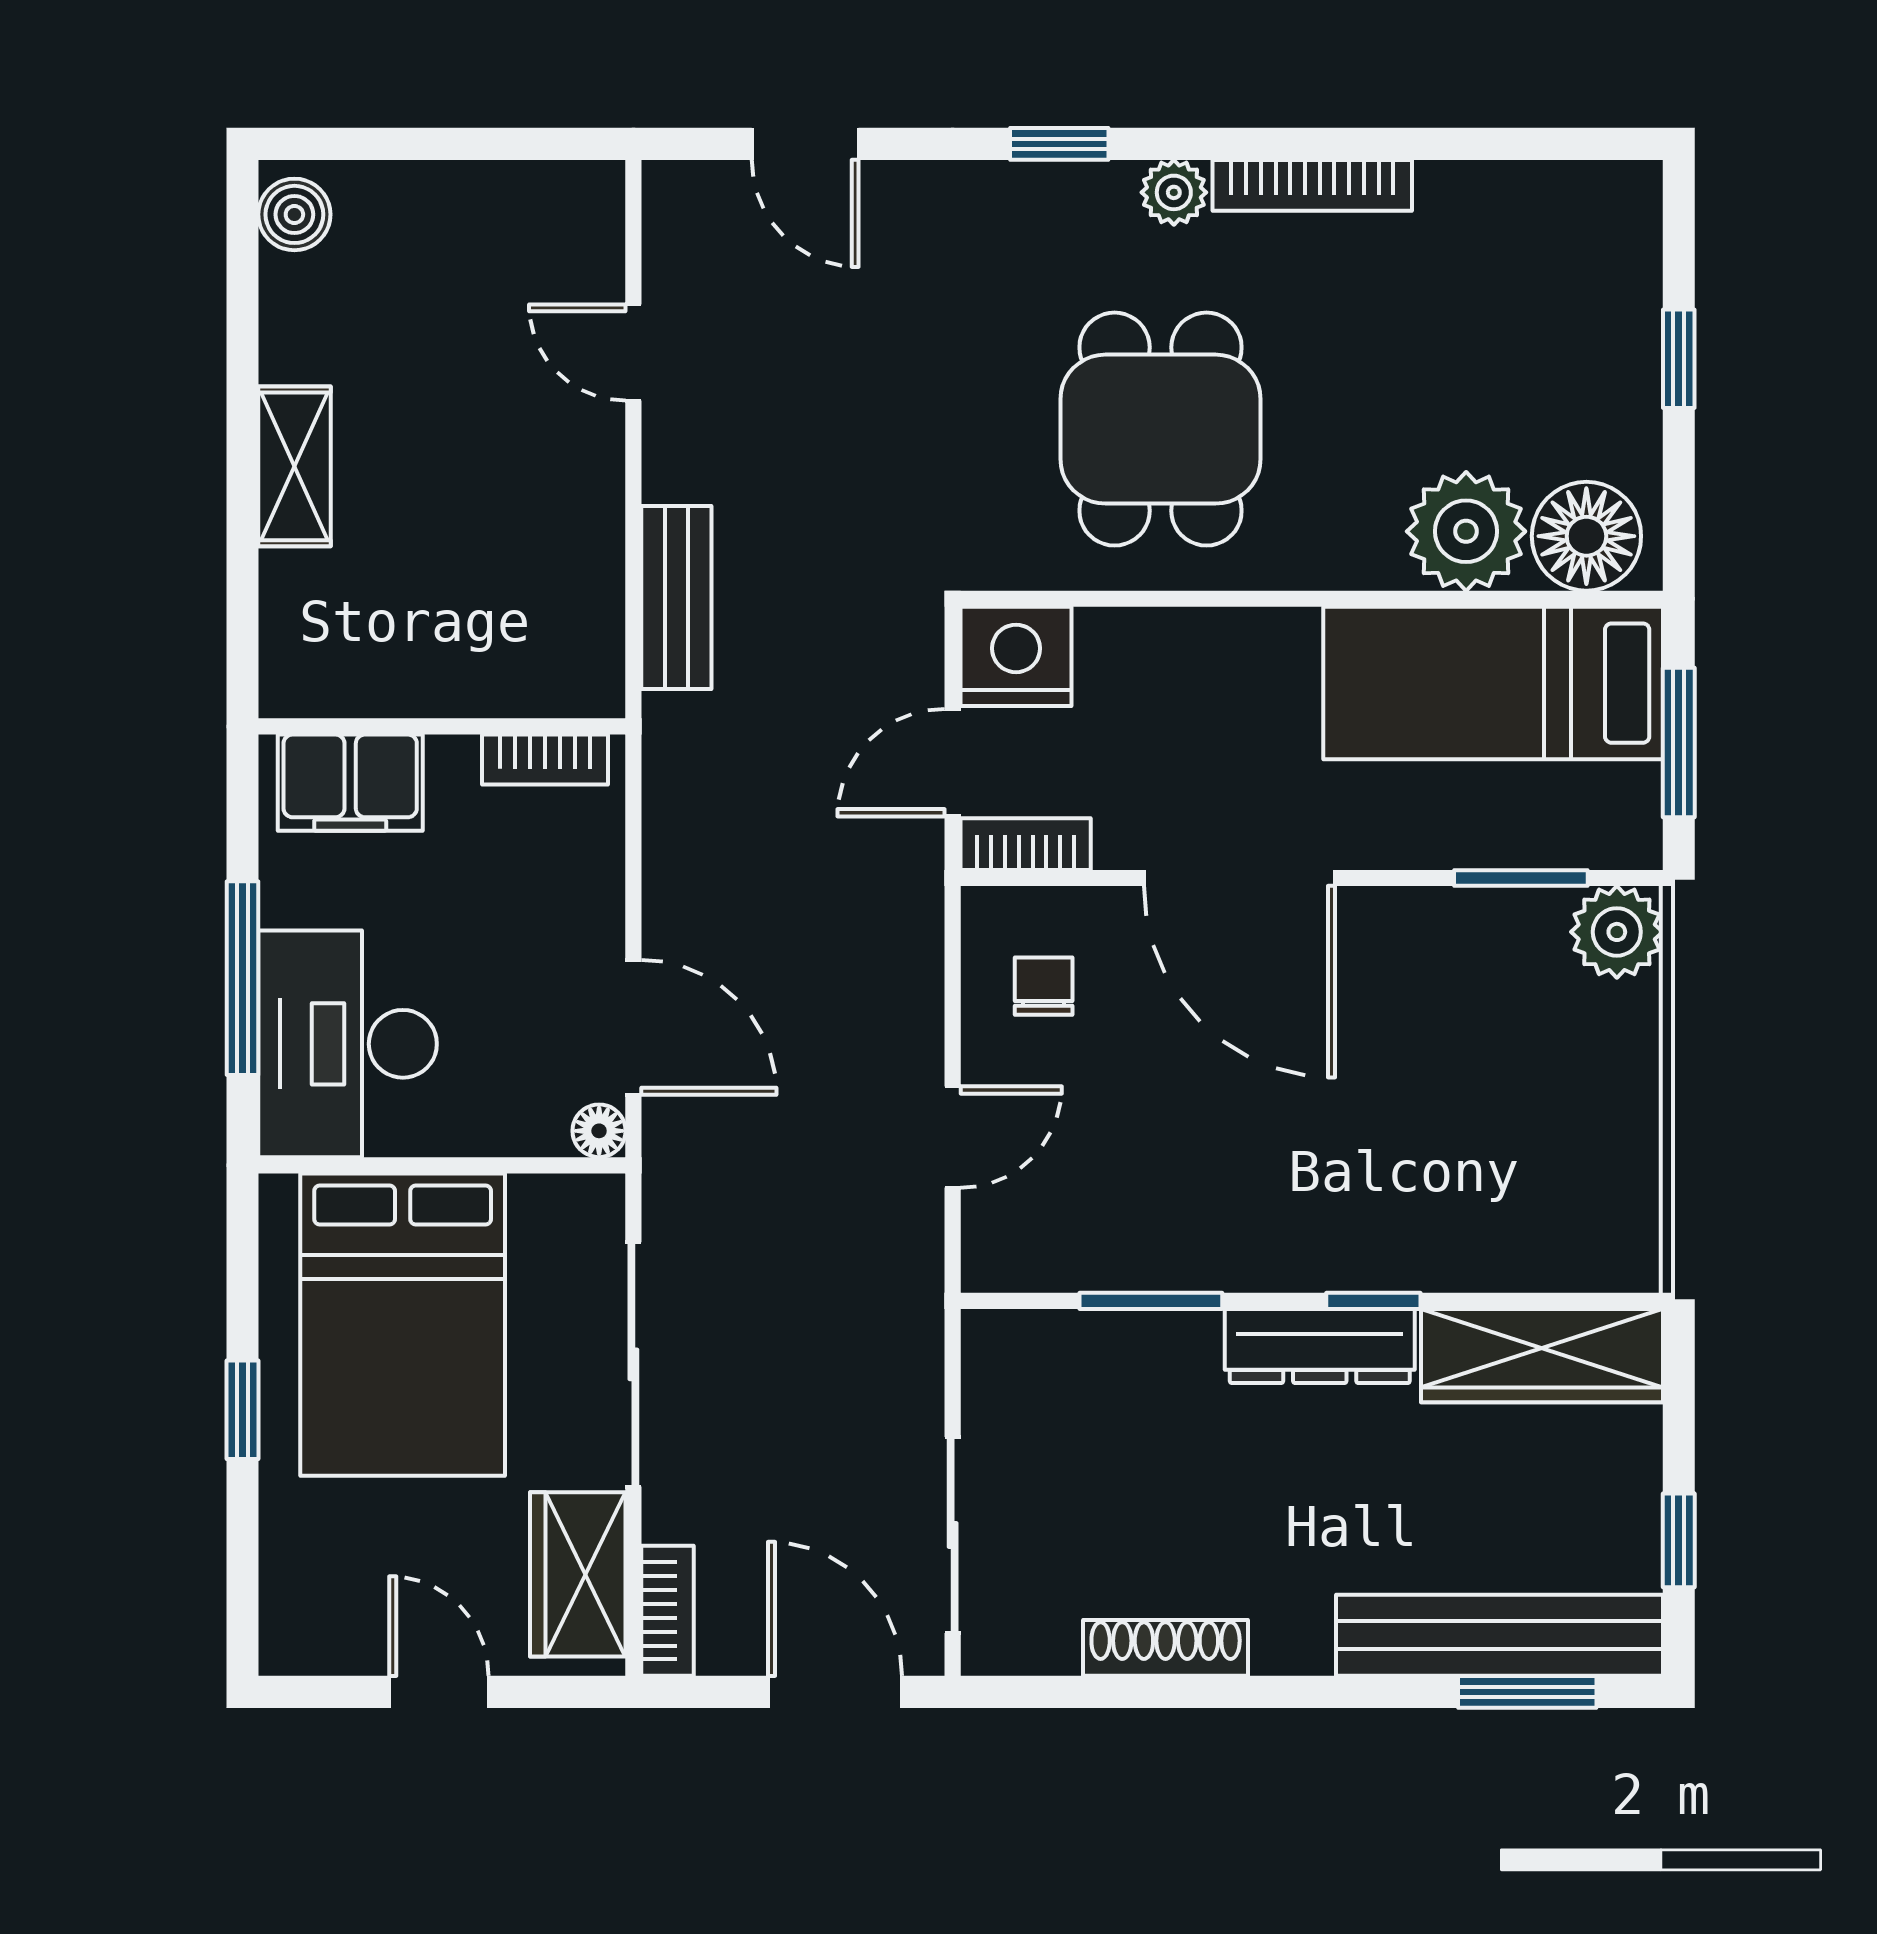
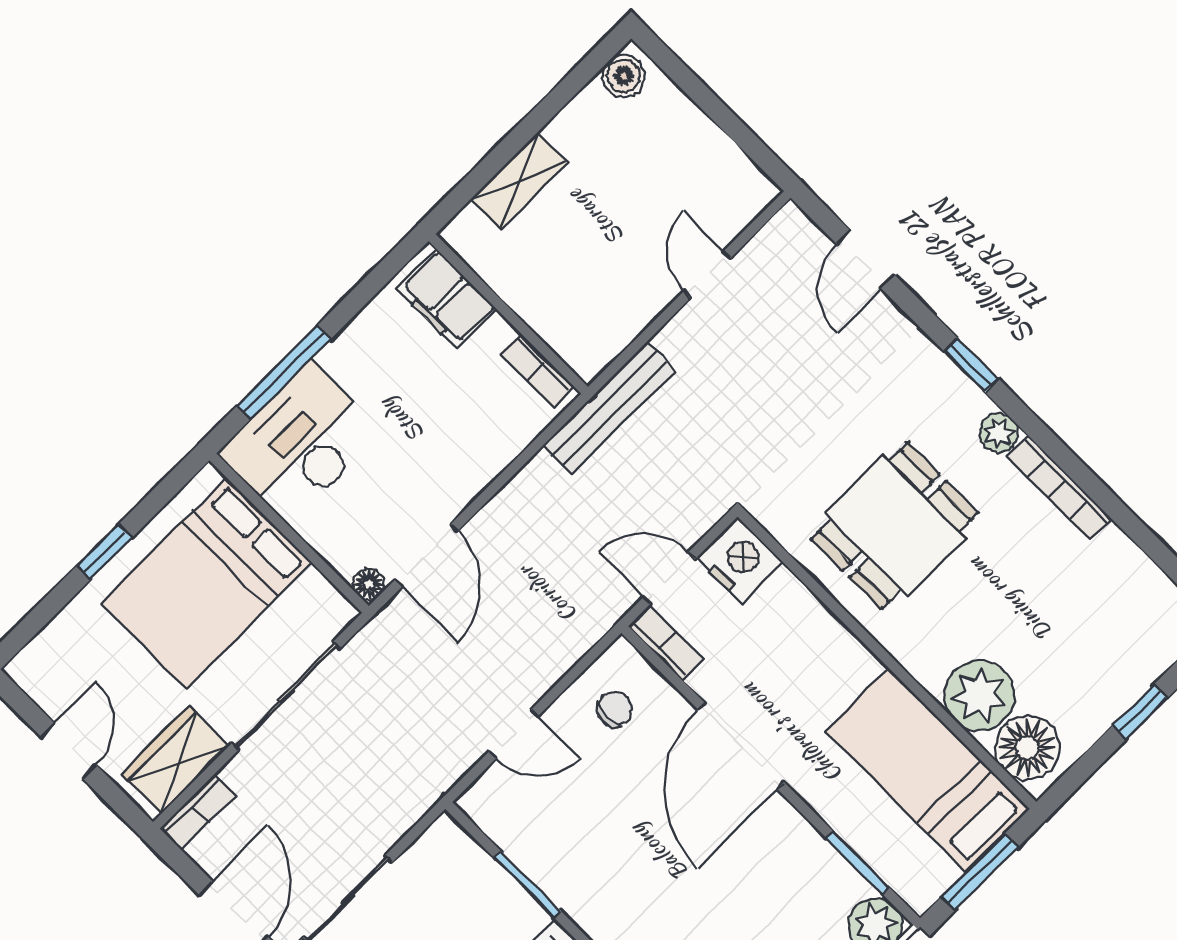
bench: (676, 597) -> (609, 408), width x1.36
wall: (442, 726) -> (508, 314), moved
bookcase: (545, 760) -> (537, 371), moved
filing cabinet: (350, 783) -> (447, 299), moved

